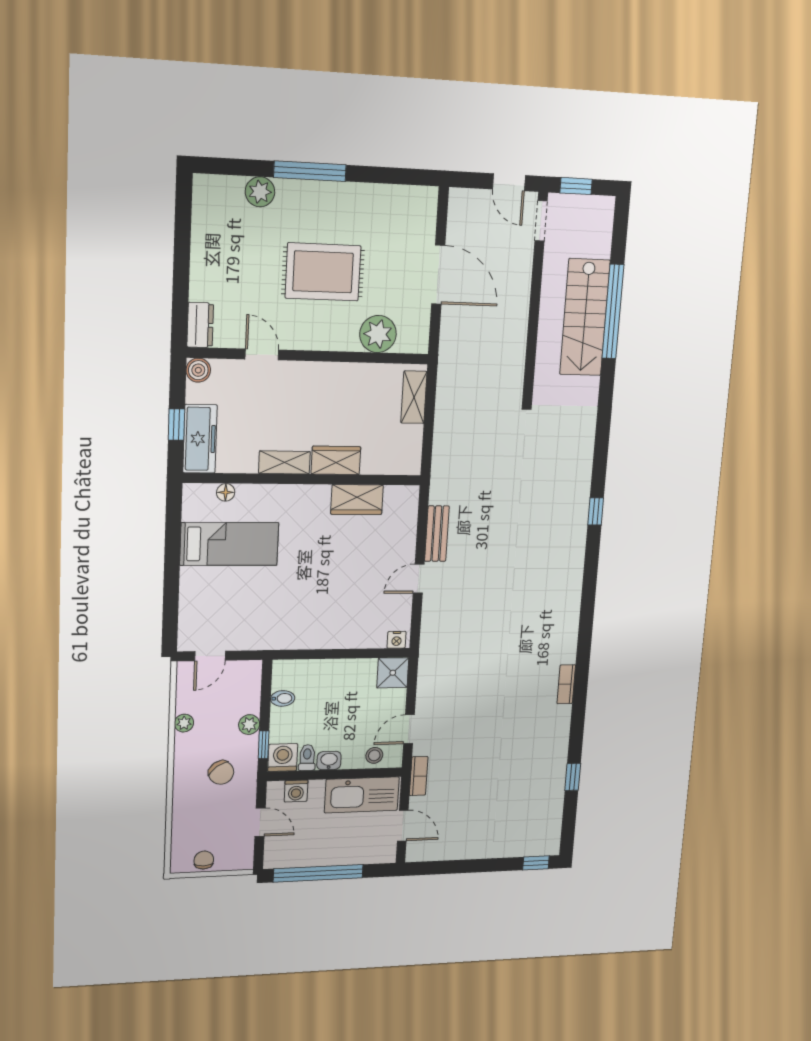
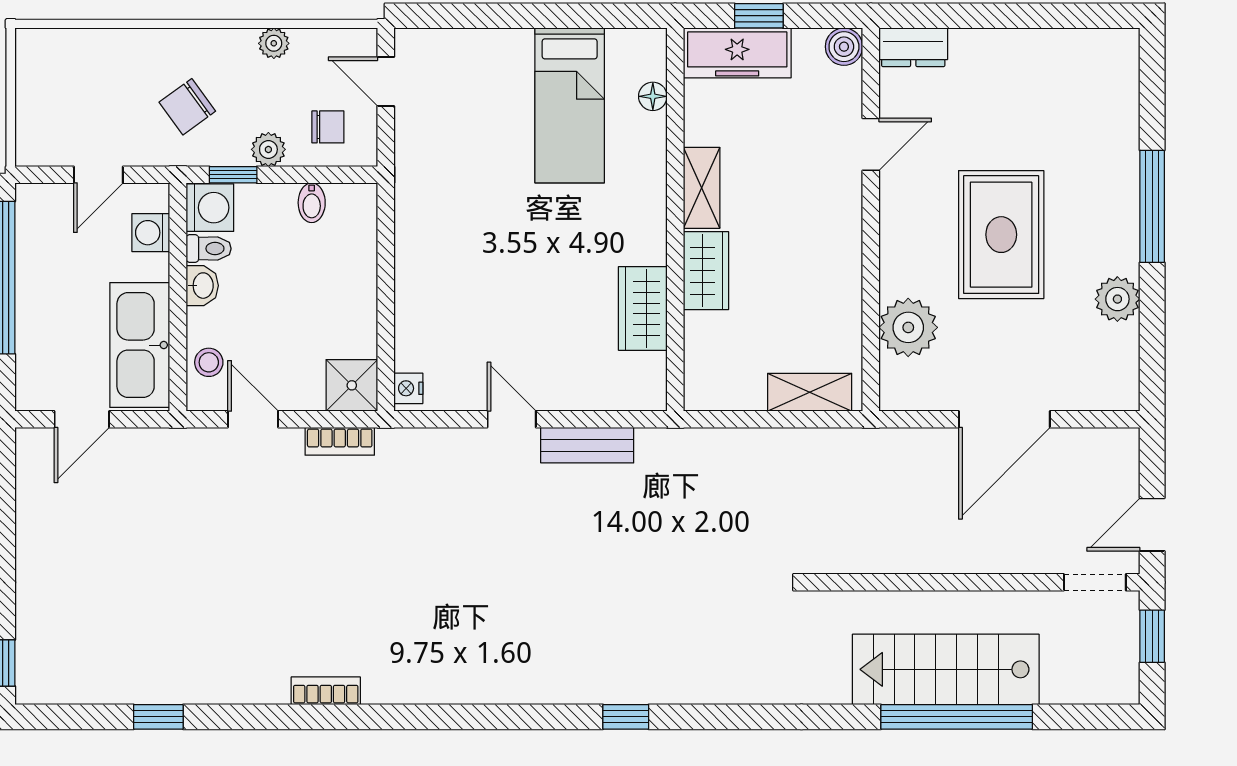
plant: (260, 192) -> (1117, 299), moved
bookcase: (419, 776) -> (340, 441), moved
chair: (204, 860) -> (328, 127), moved

